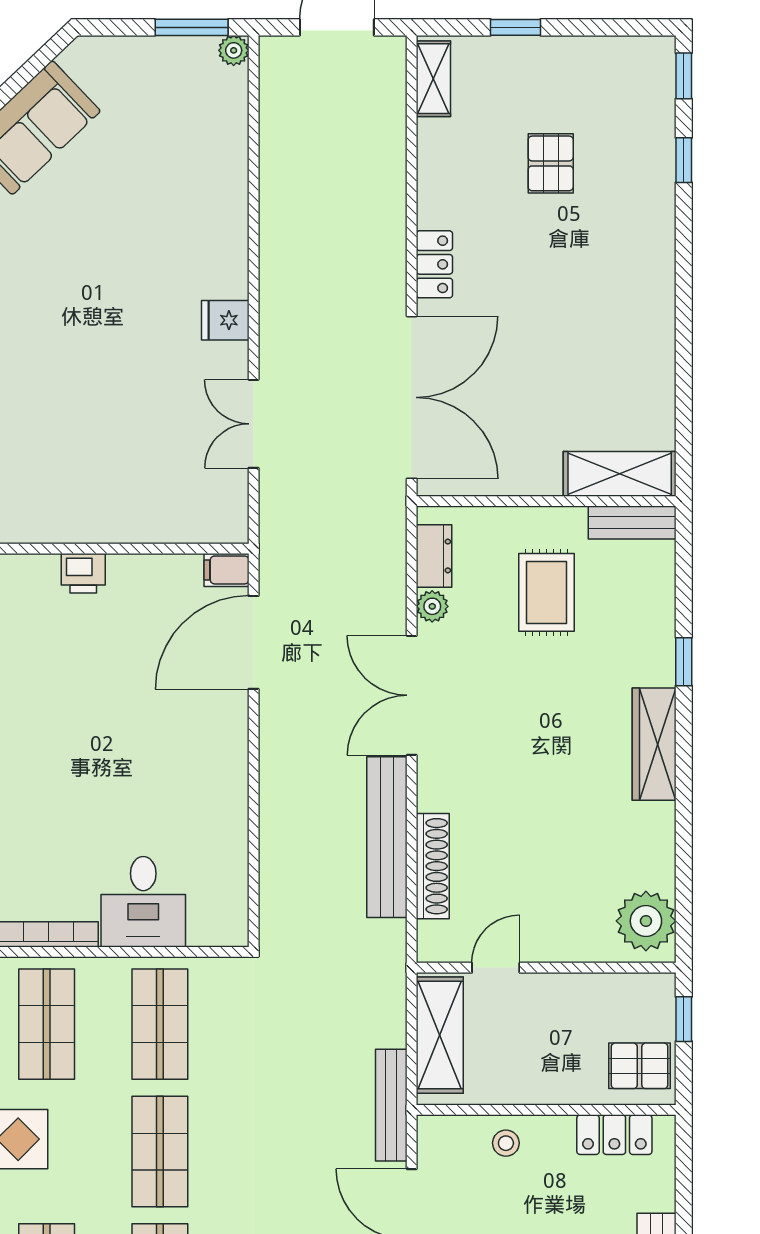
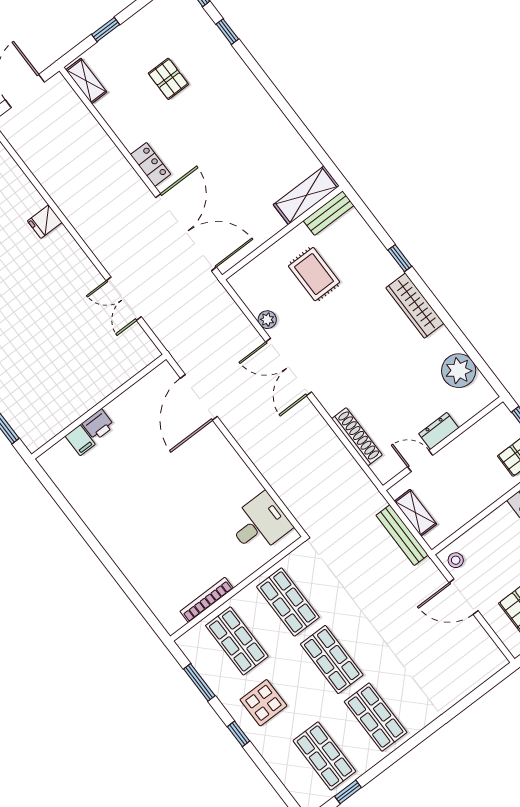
fridge: (225, 320) -> (45, 222), moved
dresser: (434, 556) -> (439, 431), moved, turned -90
filing cabinet: (226, 570) -> (80, 440), moved, turned -90
bench: (387, 837) -> (326, 439), removed
desk: (143, 902) -> (260, 524), moved, turned -90
plant: (646, 921) -> (459, 371), moved
door: (496, 968) -> (420, 461), hinge flipped
shelving: (440, 1035) -> (415, 513), width x0.67, depth x0.75
bench: (391, 1105) -> (402, 535), moved
stool: (506, 1143) -> (456, 560), moved

